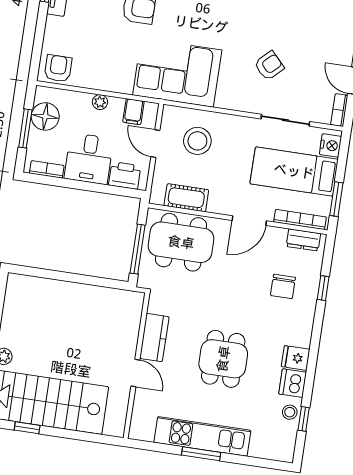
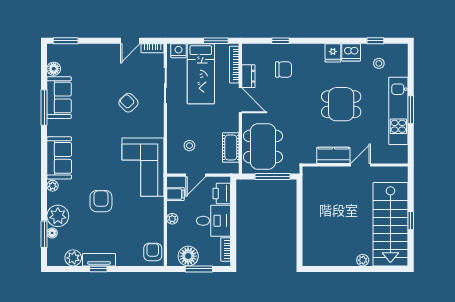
armchair: (58, 68) -> (153, 252), turned 90
stool: (197, 141) -> (189, 146), width x0.53, depth x0.53
dresser: (303, 240) -> (248, 76), moved
stool: (290, 412) -> (379, 63), moved
window: (27, 428) -> (411, 221), moved

